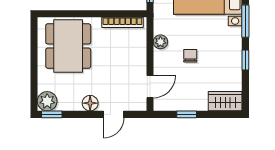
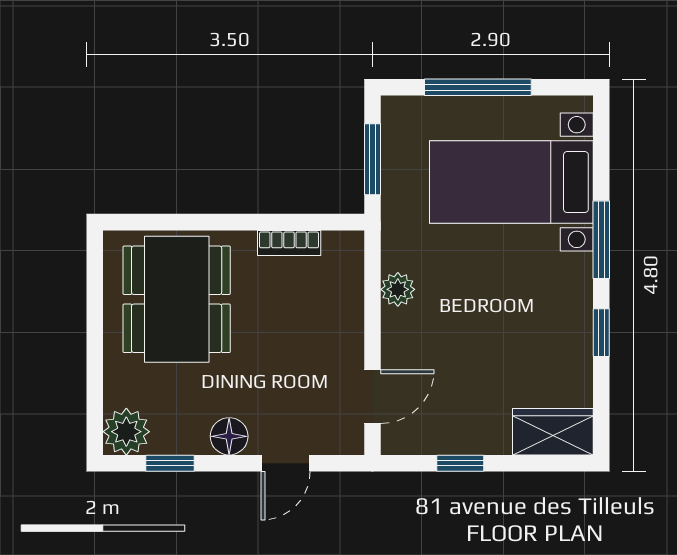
bookcase: (122, 22) -> (289, 243), width x0.64
chair: (190, 56) -> (469, 323), removed
window: (52, 114) -> (170, 463), moved

